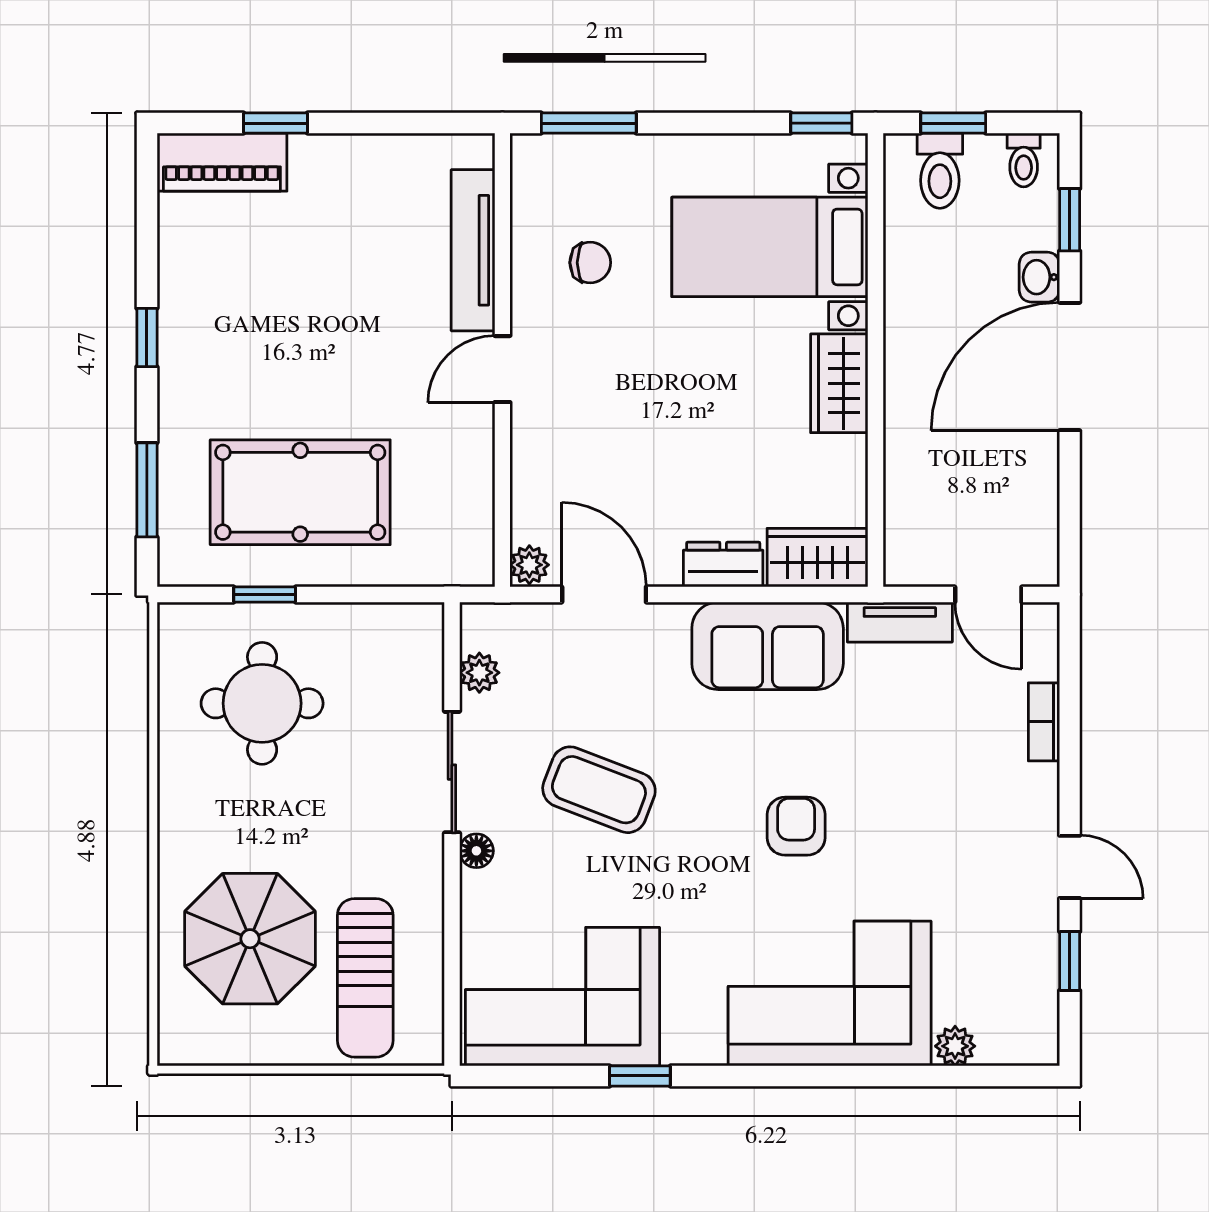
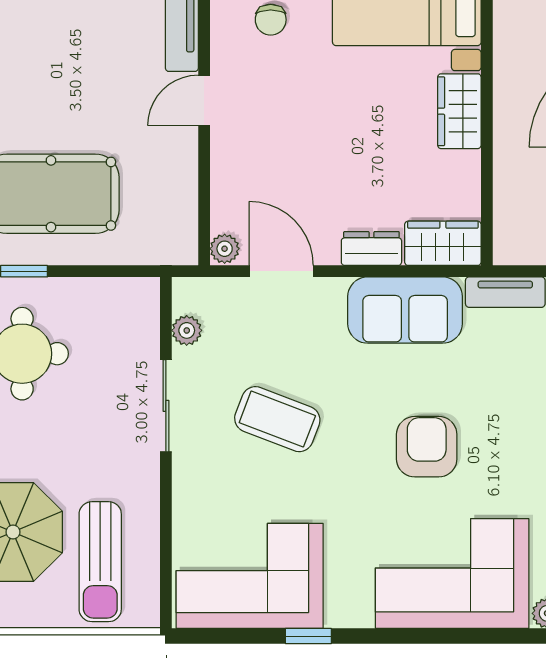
chair: (590, 263) -> (271, 20), turned 90
armchair: (796, 826) -> (427, 447), width x1.38, depth x1.38
floor lamp: (476, 851) -> (184, 465), removed

